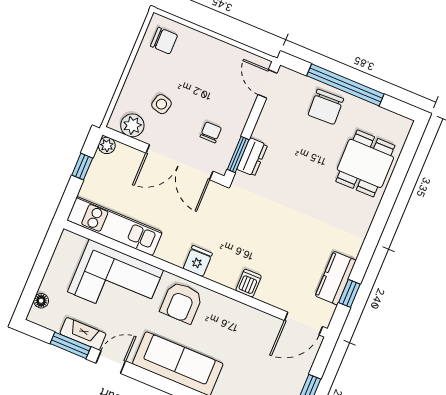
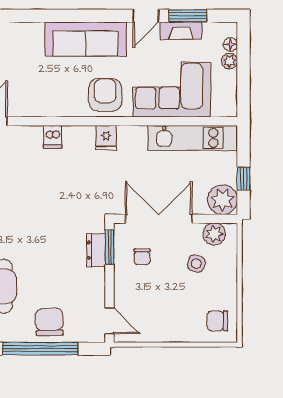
plant: (107, 145) -> (222, 200), width x1.88, depth x1.88
plant: (49, 285) -> (229, 61), added

